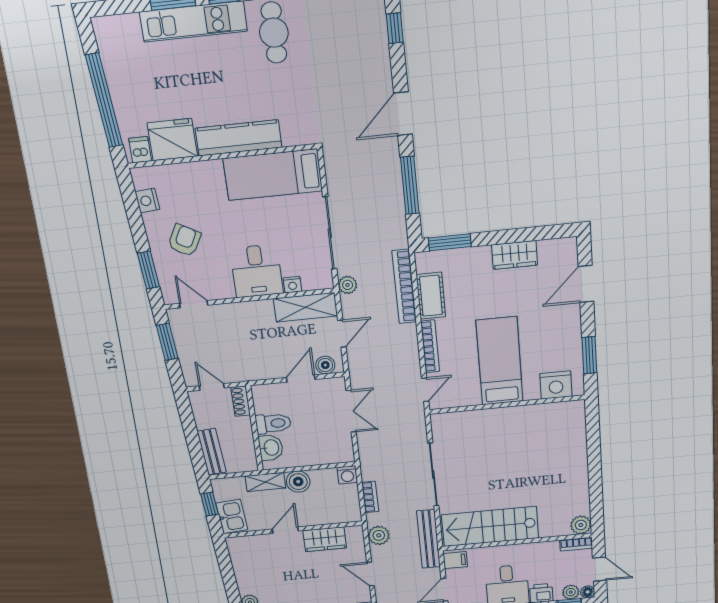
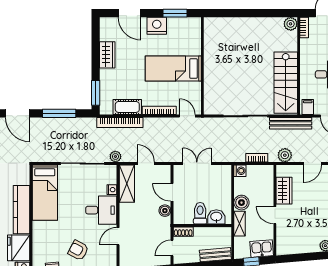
door: (194, 304) -> (118, 236), moved
boiler: (325, 365) -> (165, 211), moved
nightstand: (556, 385) -> (157, 26), moved, turned -90

